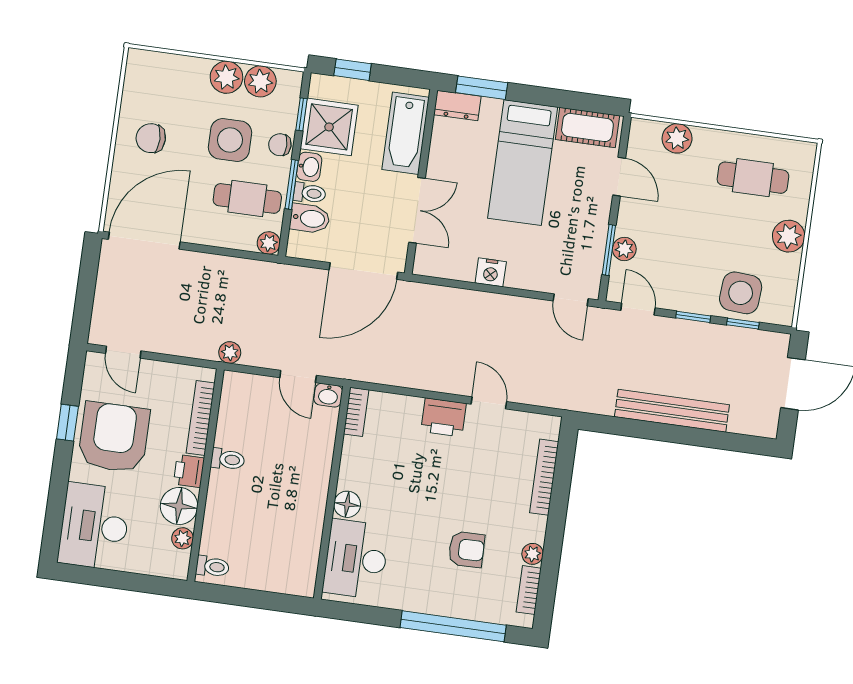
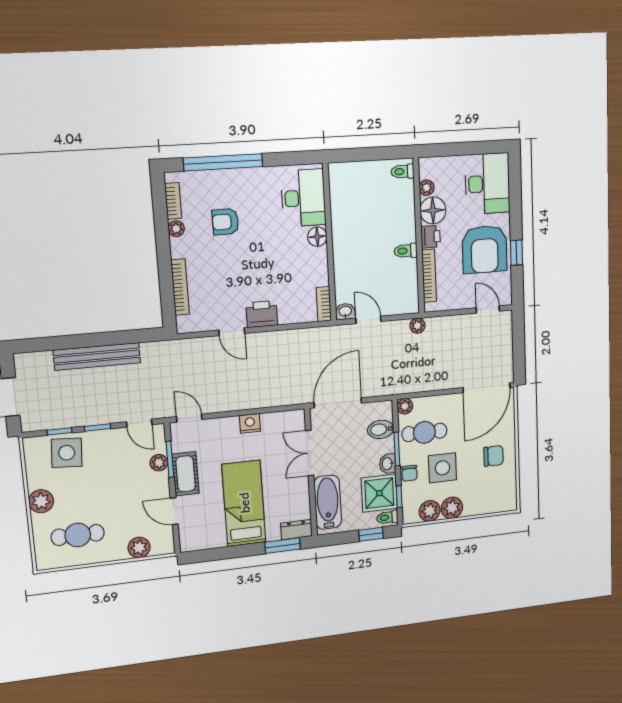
cot: (587, 127) -> (186, 474), moved, turned 90
chair: (280, 145) -> (409, 473), turned 91
toilet: (310, 193) -> (387, 517), moved

